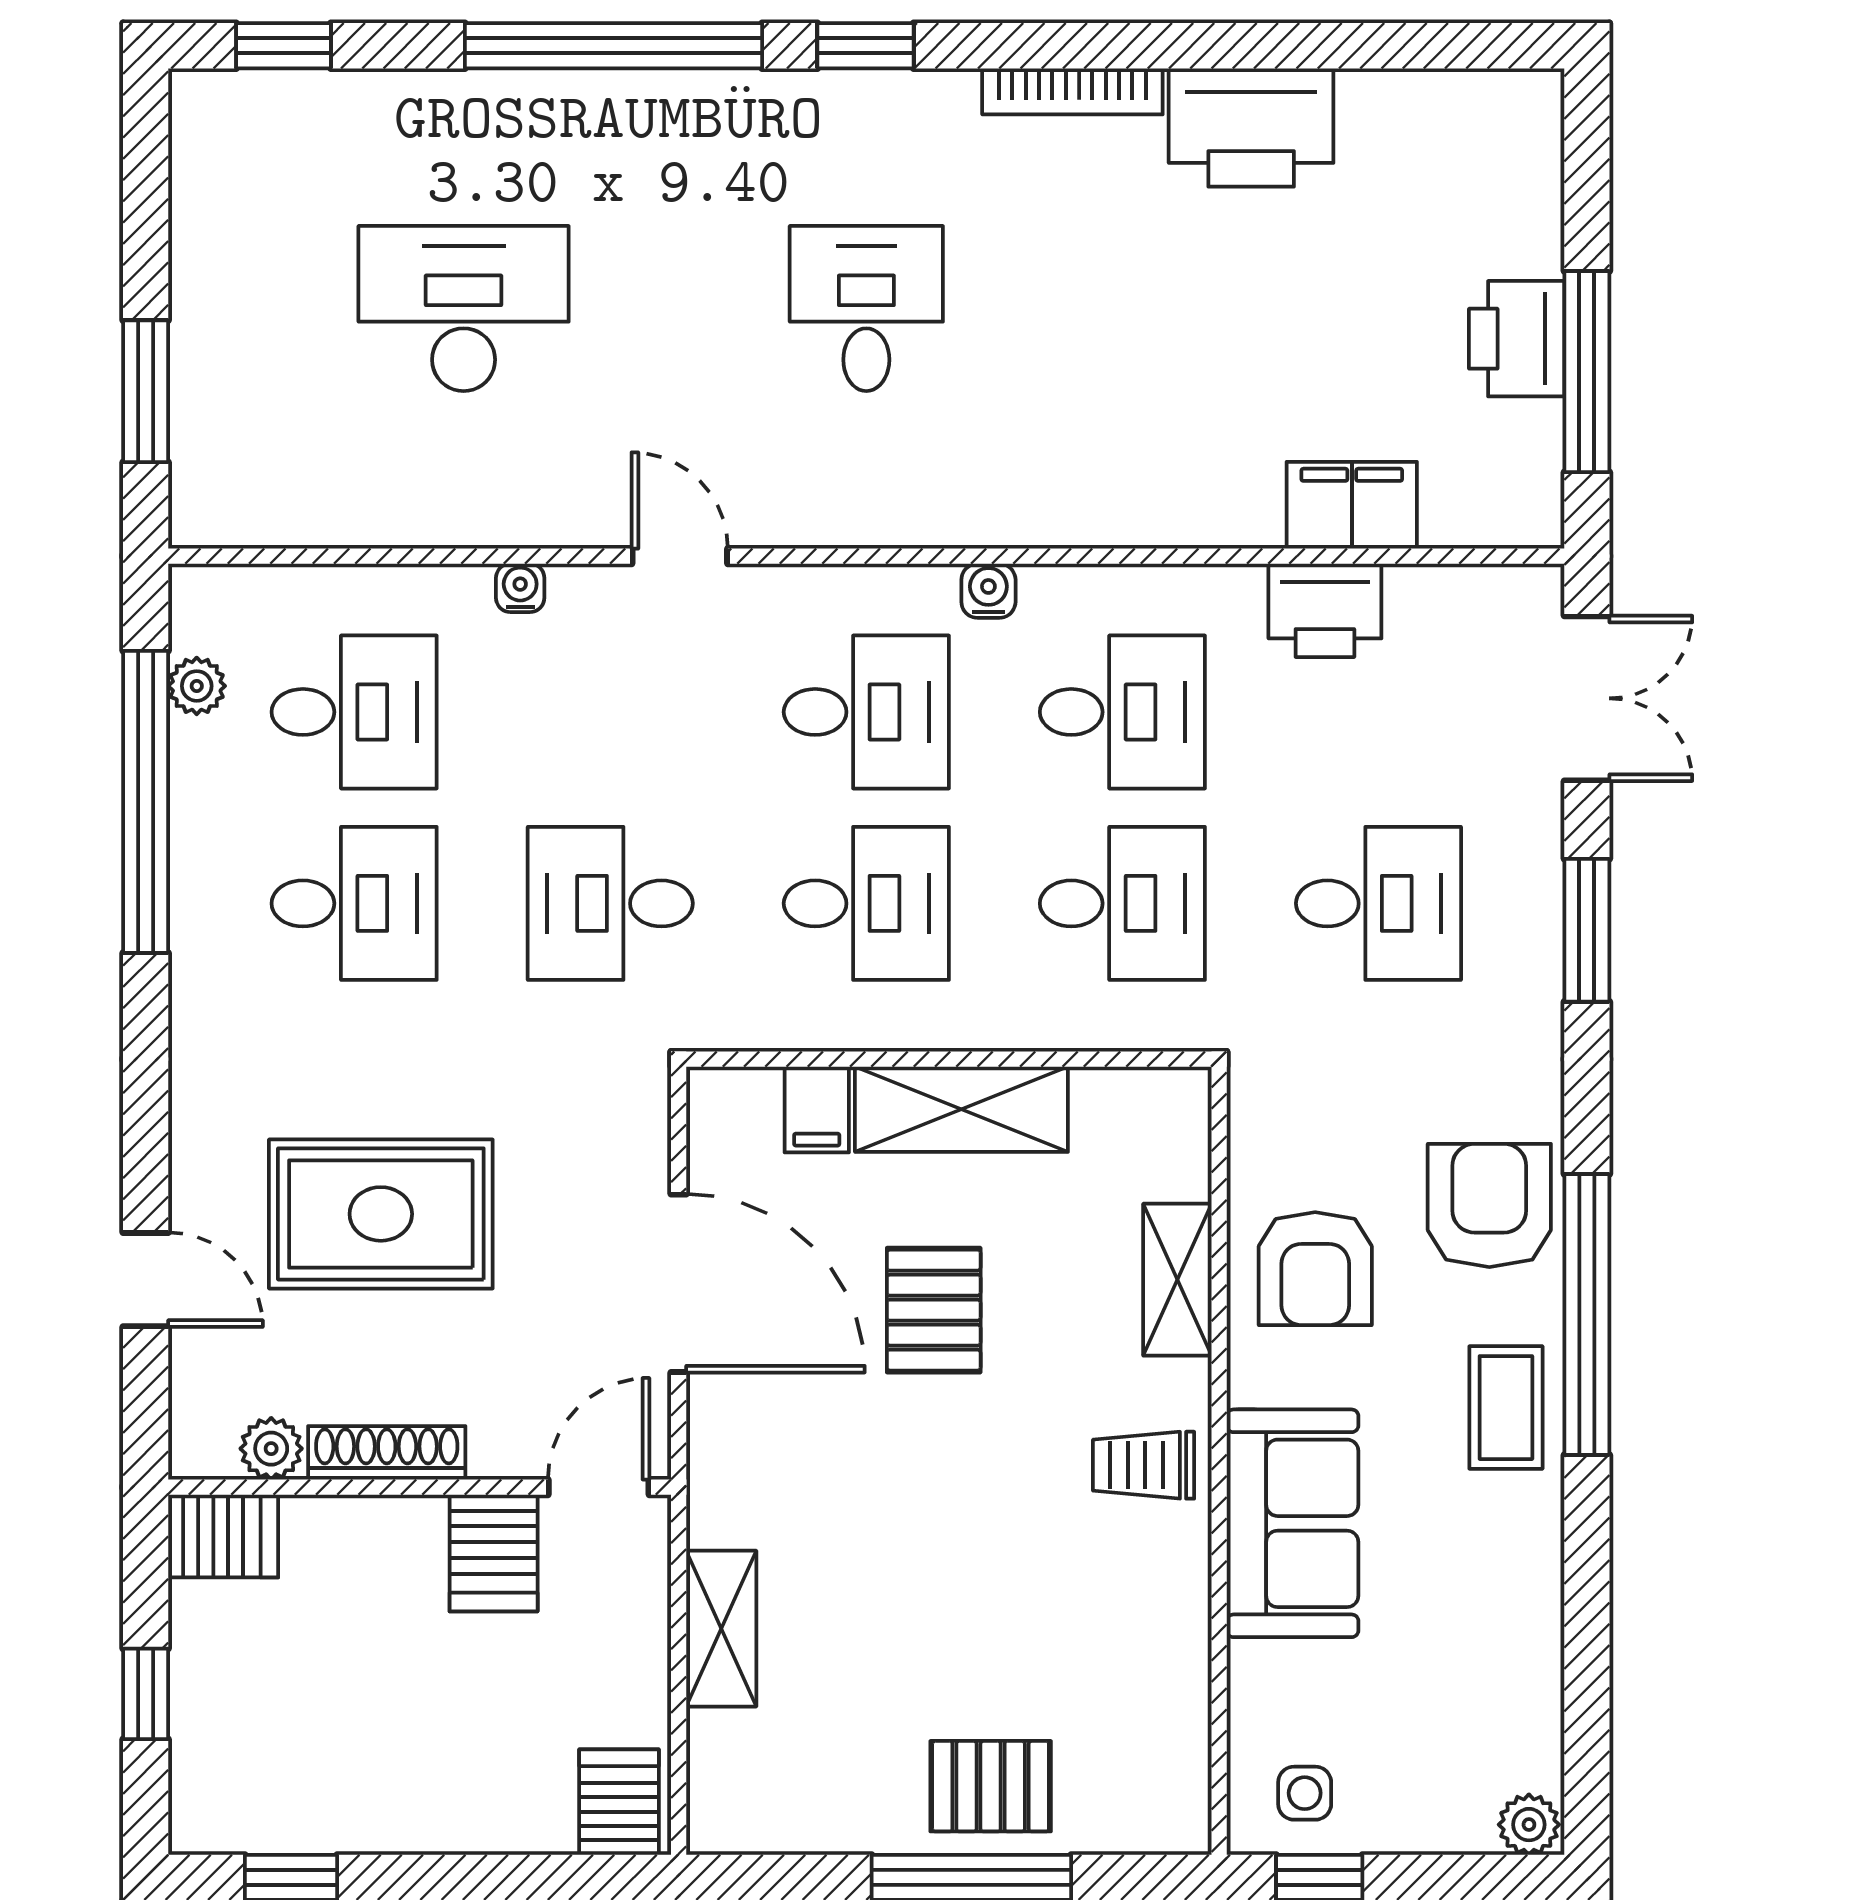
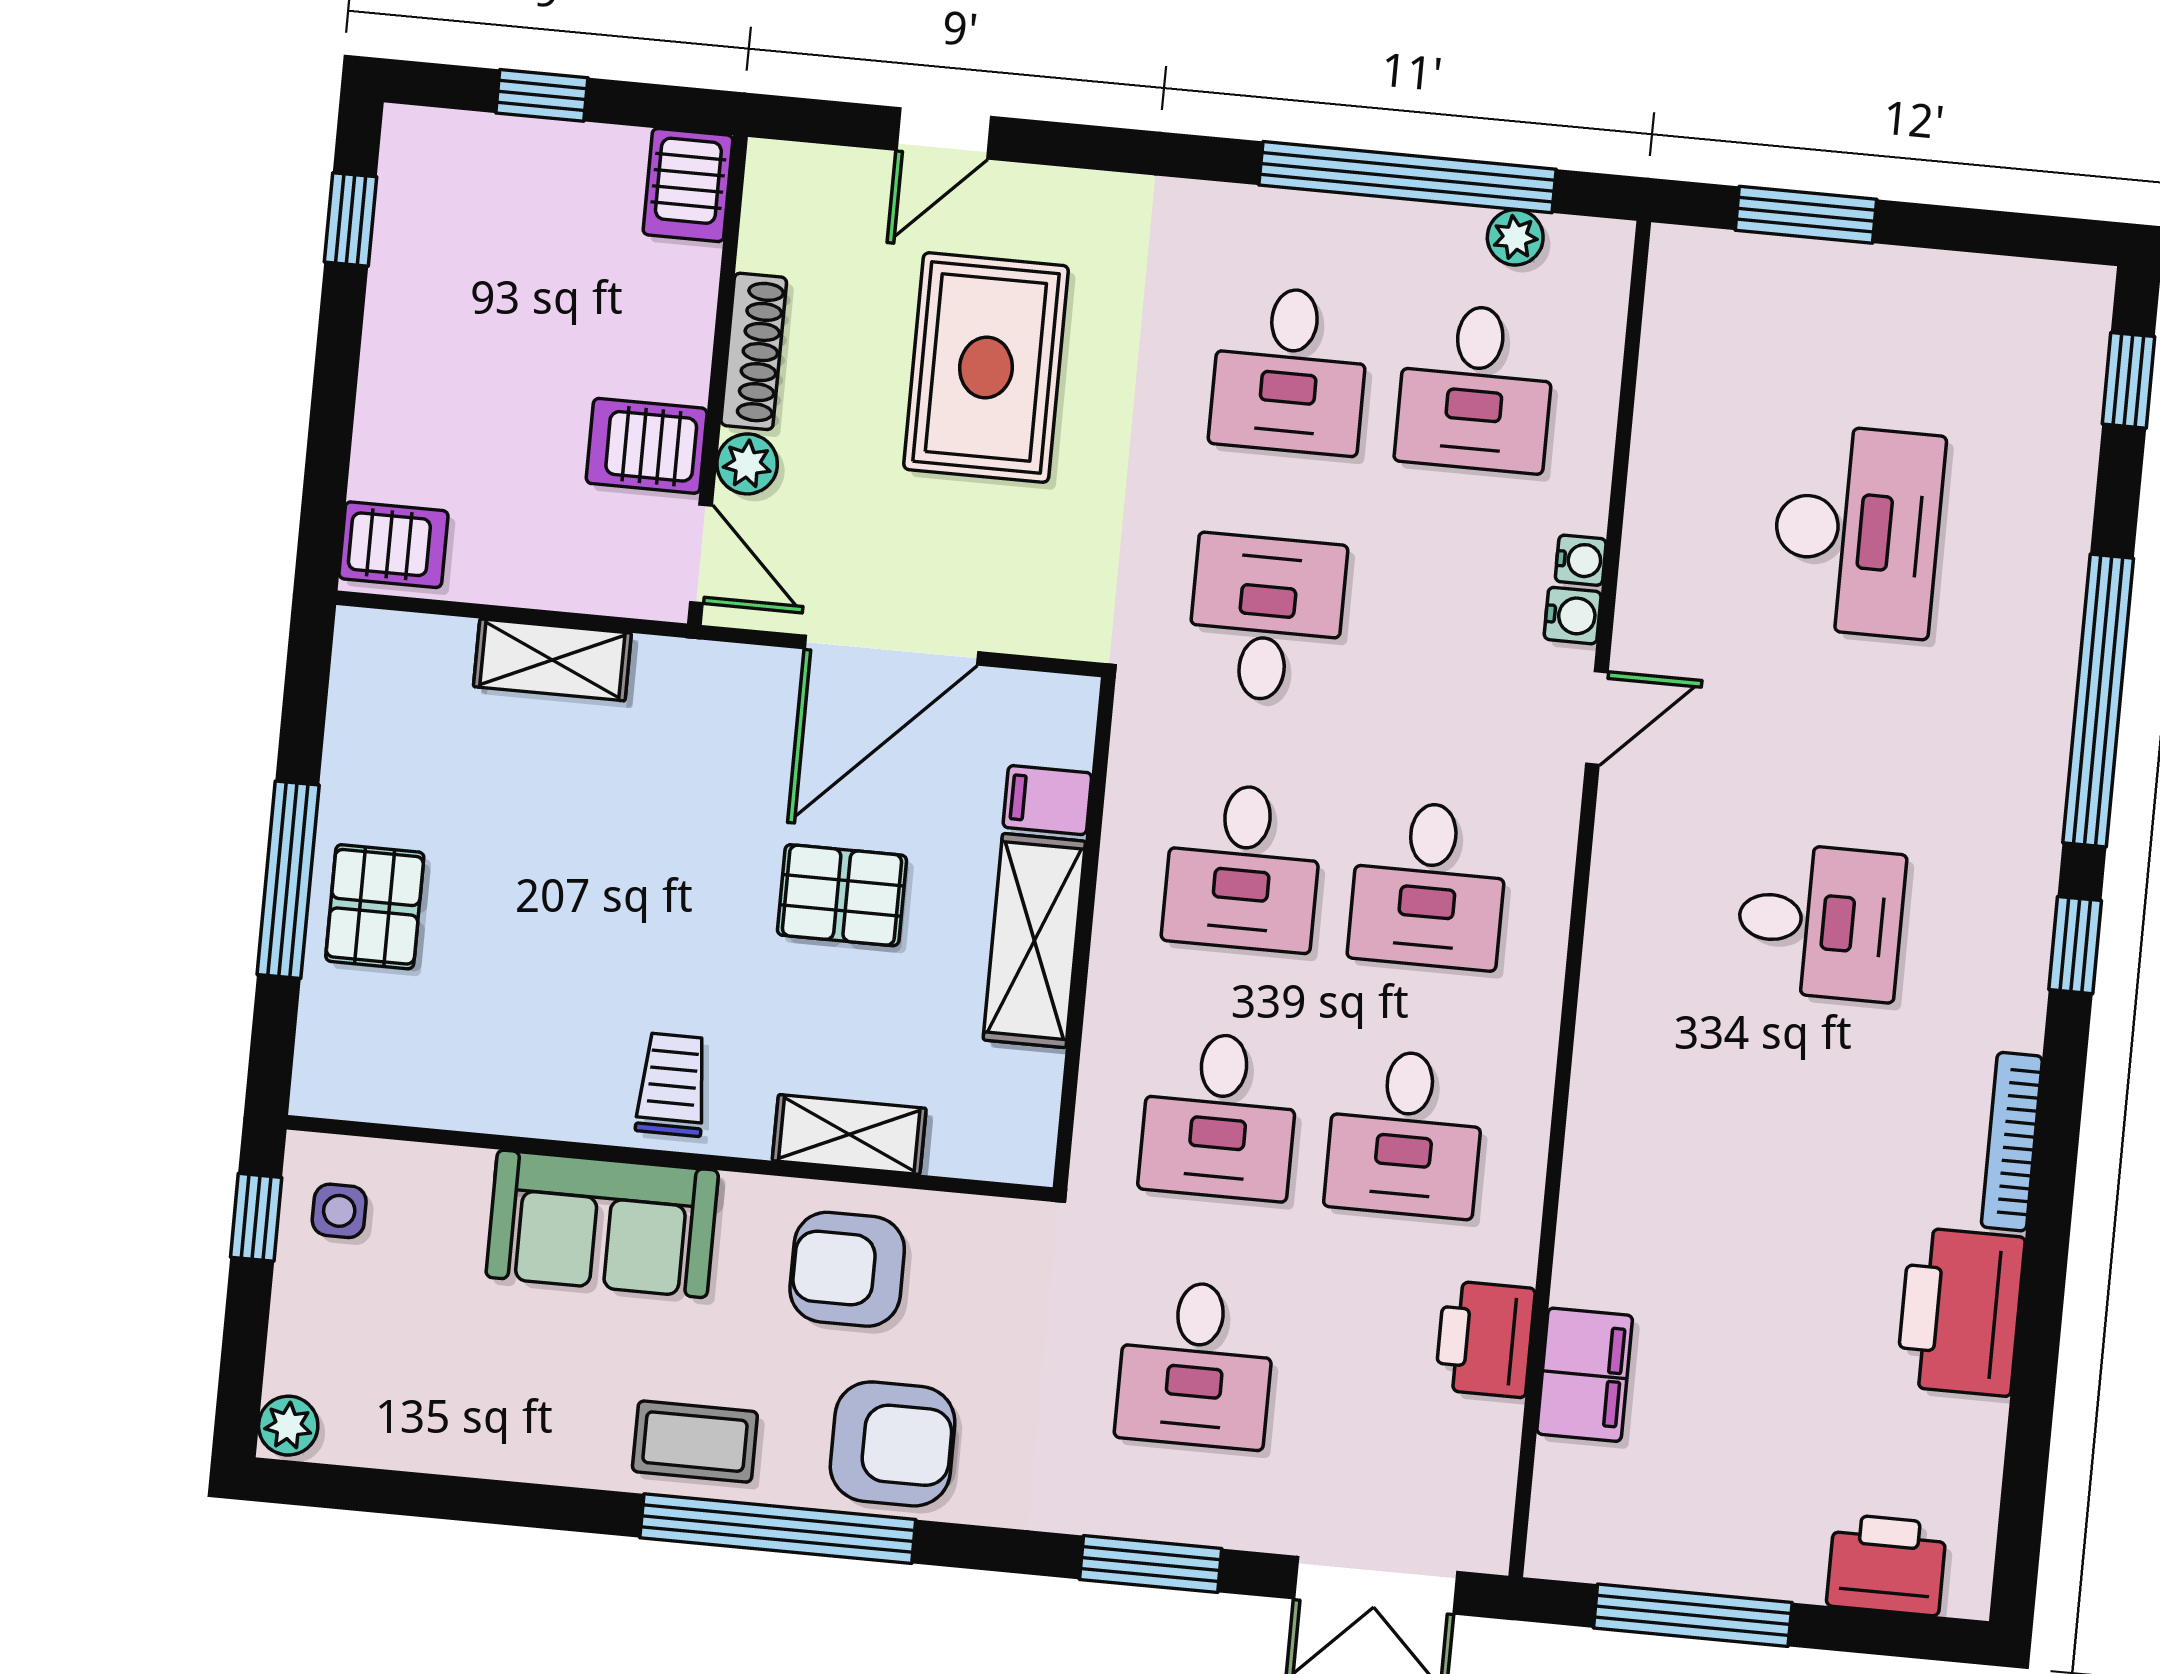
printer: (1517, 339) -> (1887, 1565), moved
water cooler: (988, 591) -> (1573, 616), moved
plant: (271, 1449) -> (747, 464), moved

